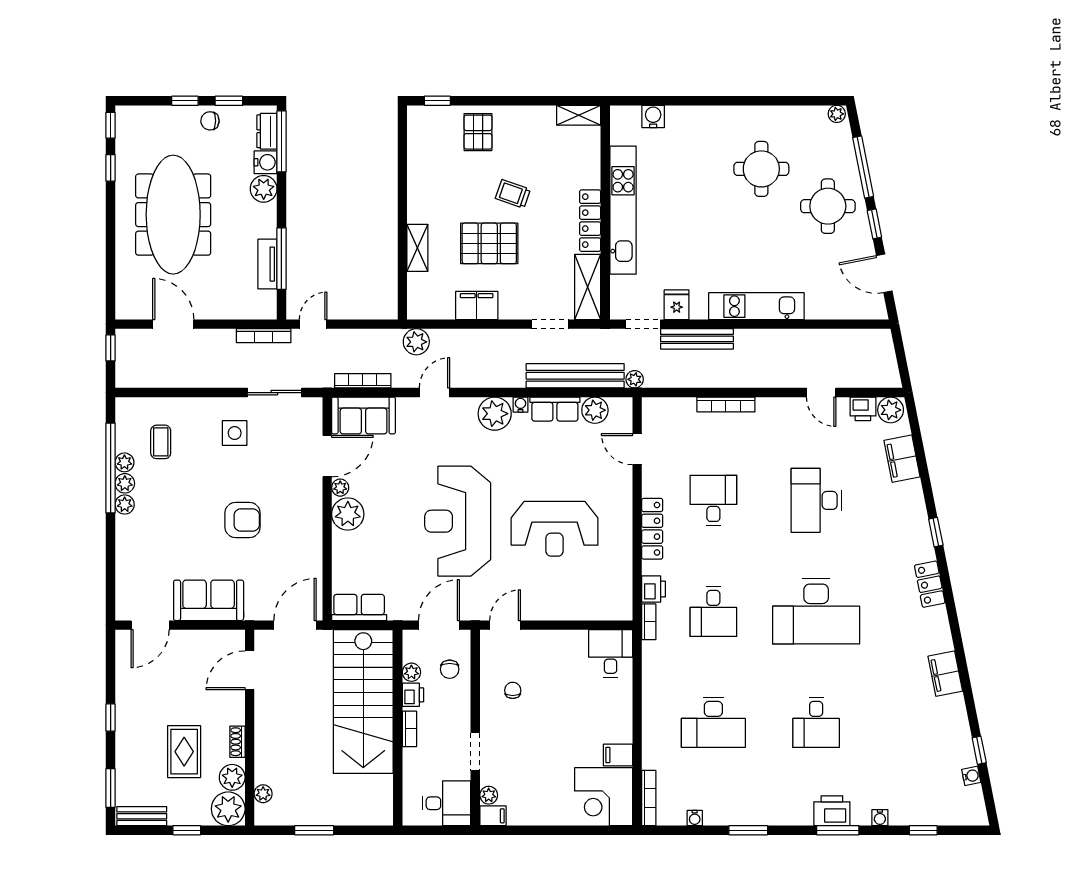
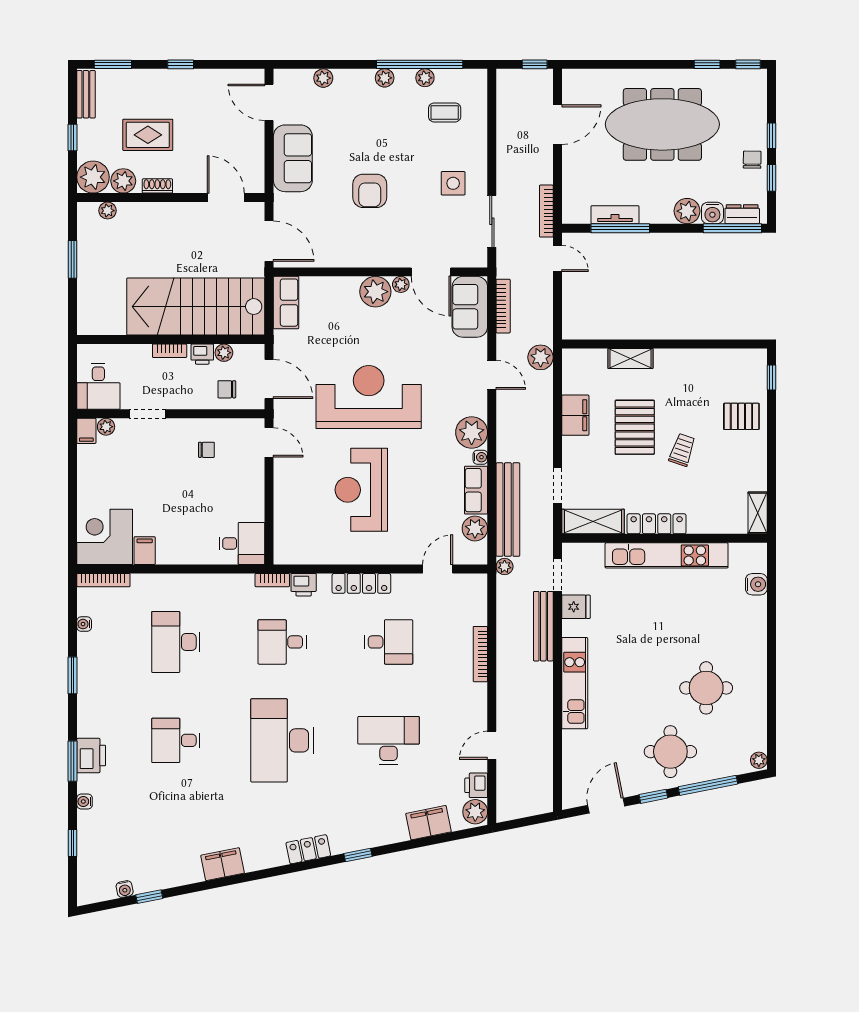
plant: (125, 483) -> (323, 78), moved

